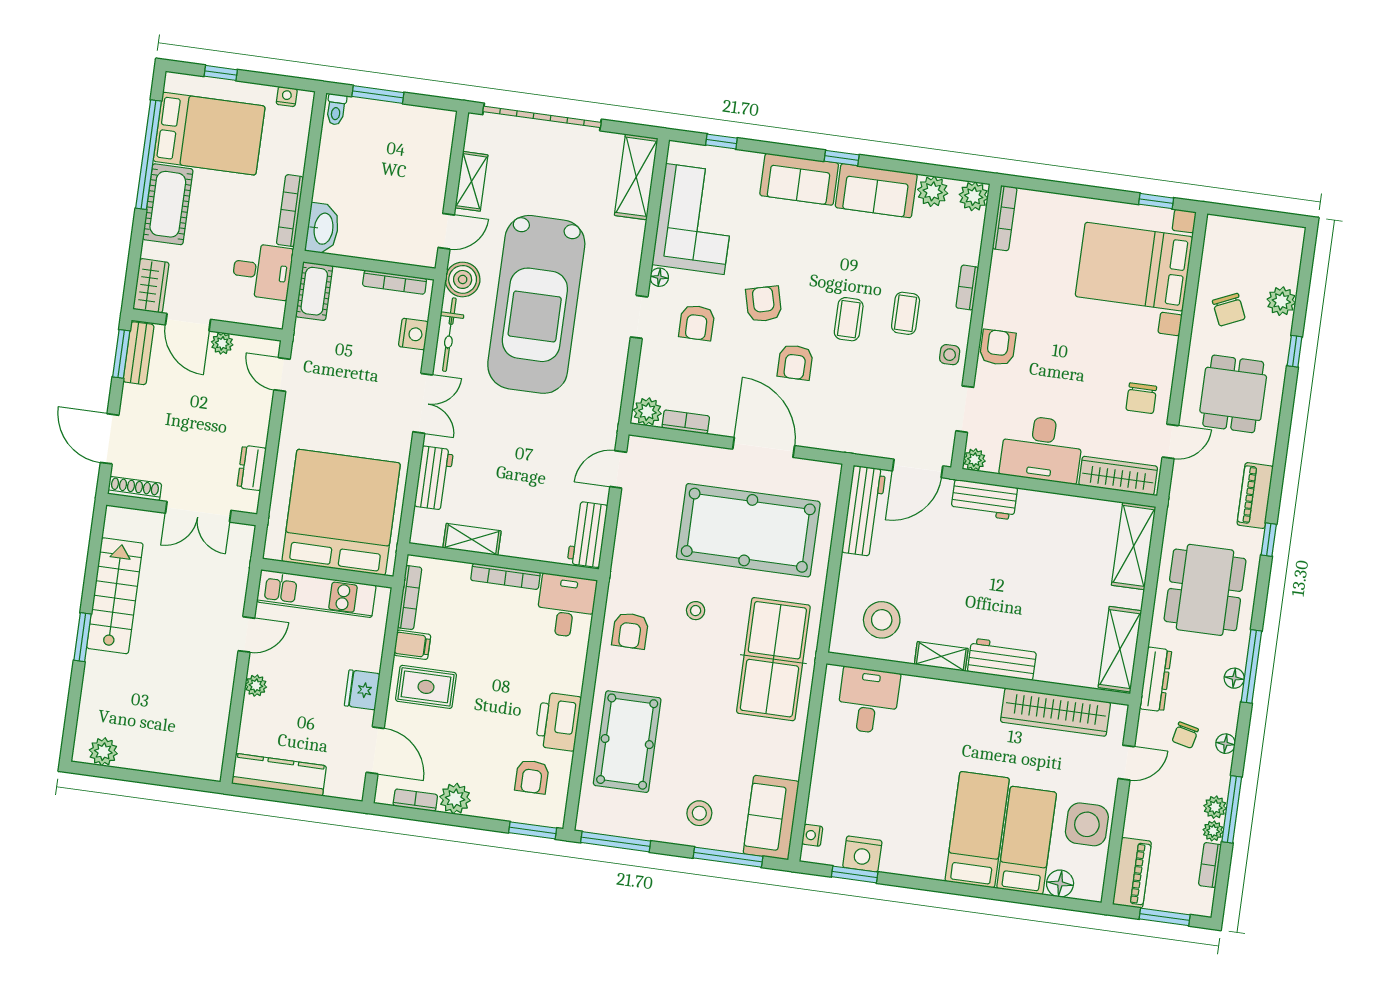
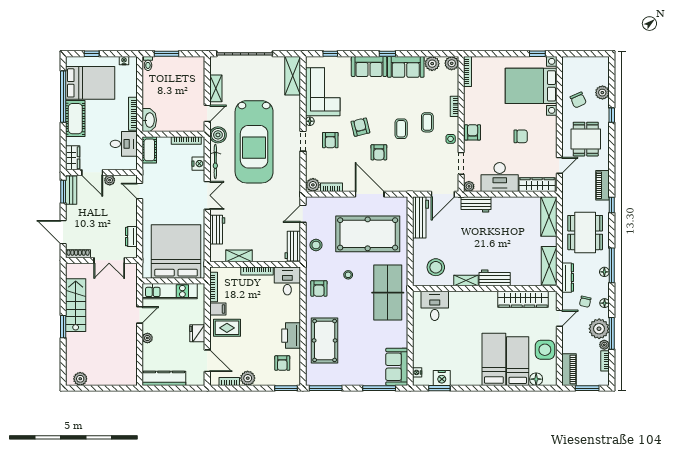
chair: (1141, 398) -> (521, 136), moved, turned -90
plant: (1215, 807) -> (599, 329), width x1.88, depth x1.88
stool: (699, 813) -> (316, 245), moved

